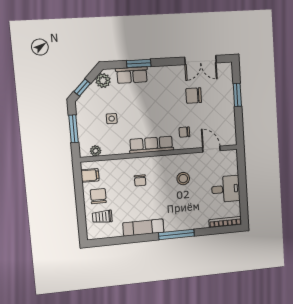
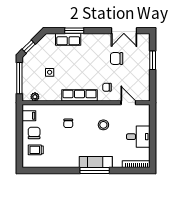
plant: (103, 81) -> (45, 42), removed
window: (74, 129) -> (19, 78), width x1.44
exam couch: (143, 228) -> (96, 162), moved

